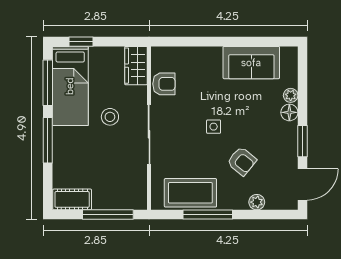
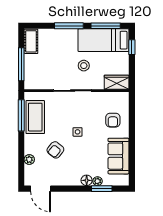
armchair: (164, 84) -> (113, 120), moved
window: (302, 141) -> (102, 189), moved
window: (208, 215) -> (21, 115), moved

